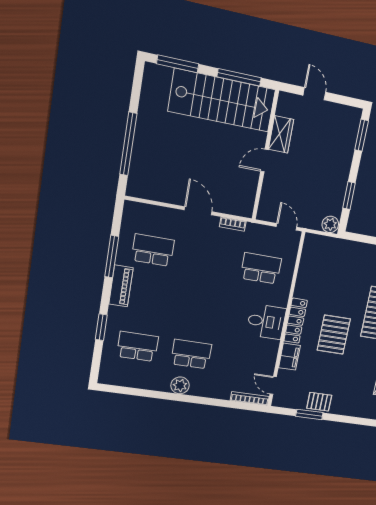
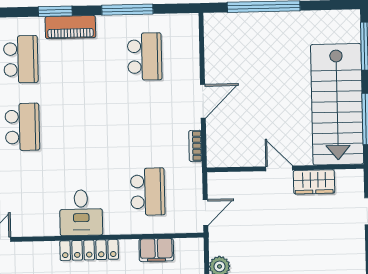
piano: (121, 286) -> (70, 27), moved
window: (101, 327) -> (55, 11), moved
filing cabinet: (289, 357) -> (156, 250), moved

